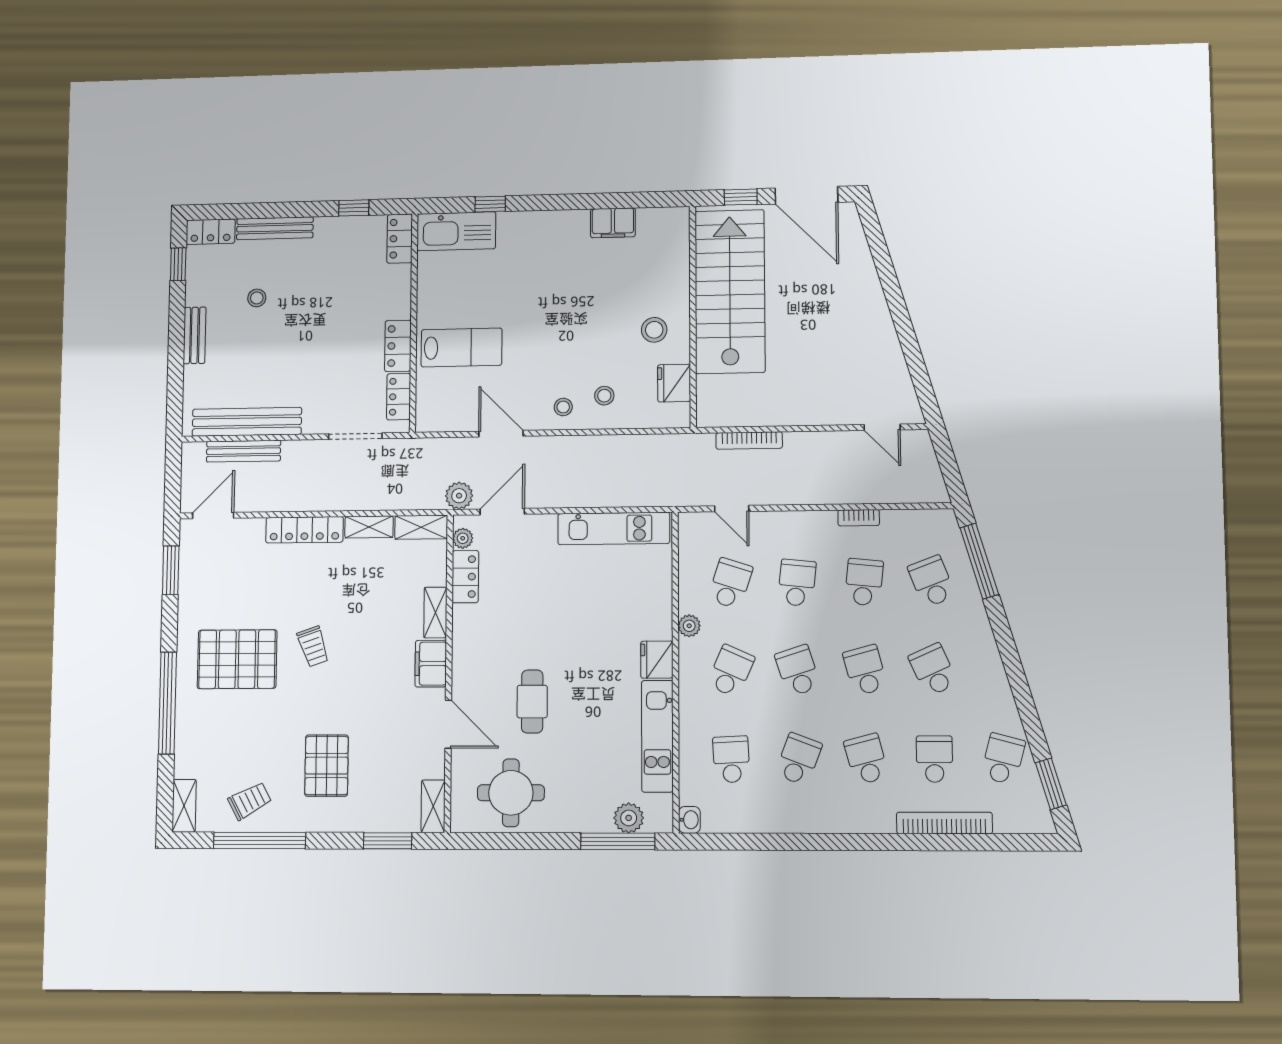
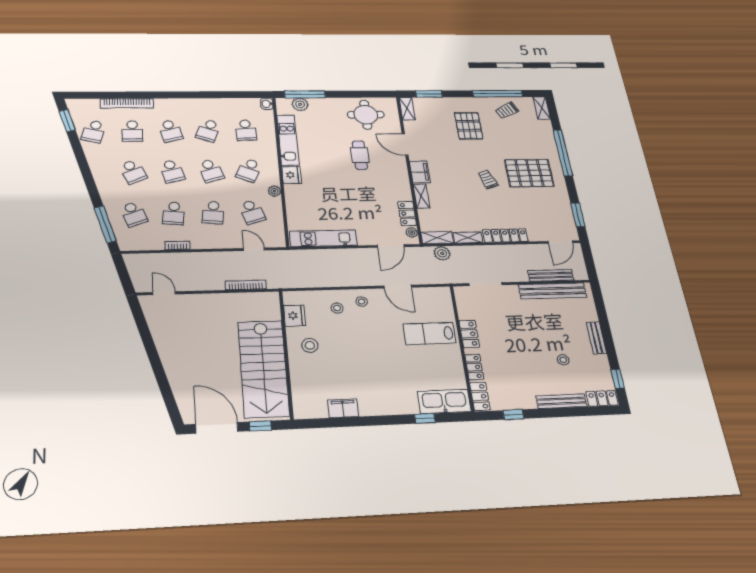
locker: (399, 397) -> (474, 367), moved
plant: (459, 496) -> (442, 253), moved
school desk: (730, 583) -> (252, 212), turned -36

